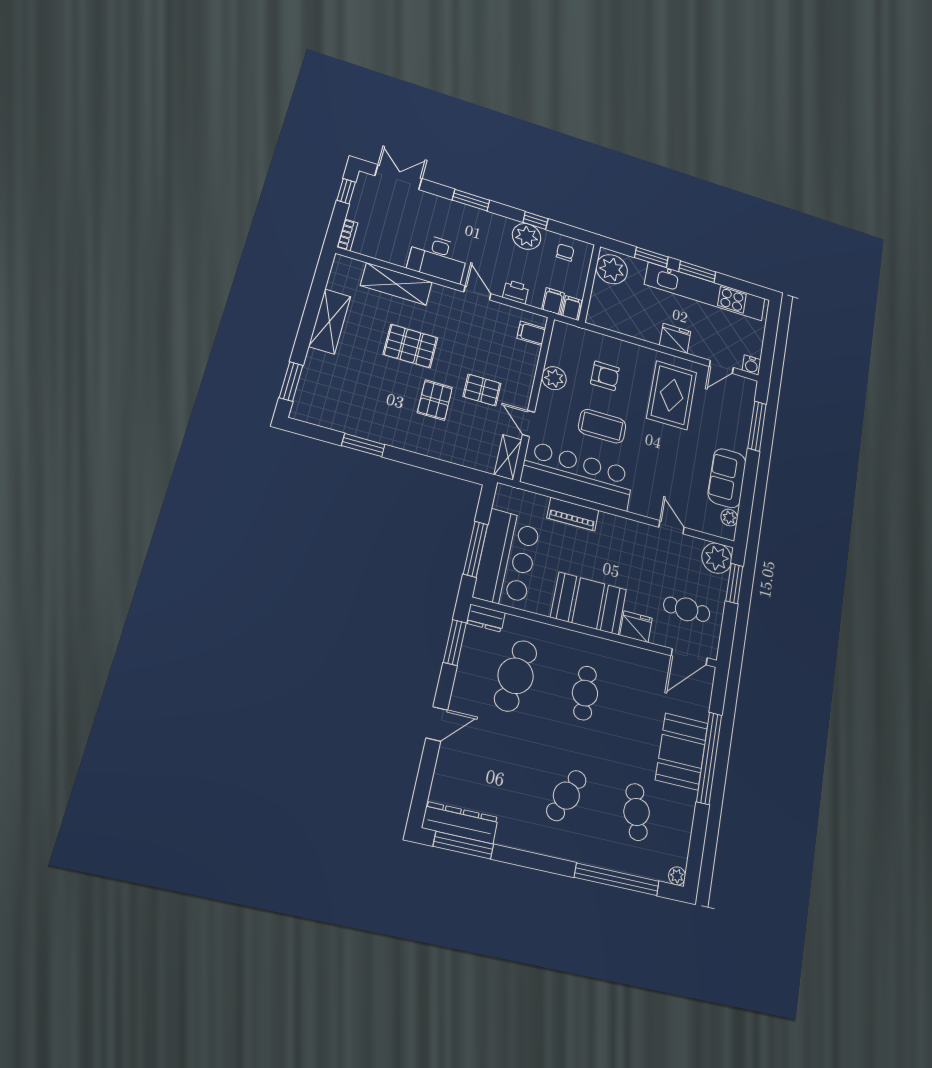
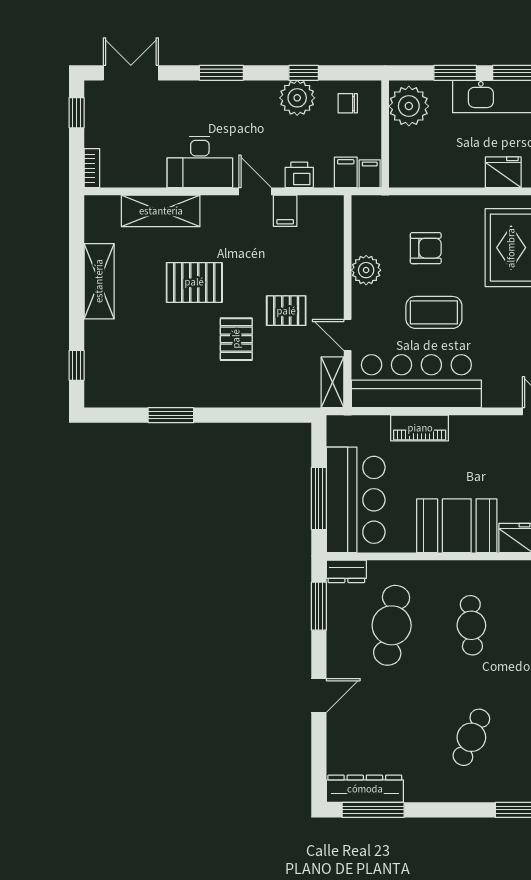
chair: (565, 253) -> (348, 103), turned -90
filing cabinet: (531, 333) -> (285, 211), moved, turned -90
window: (291, 382) -> (77, 365), width x0.67

